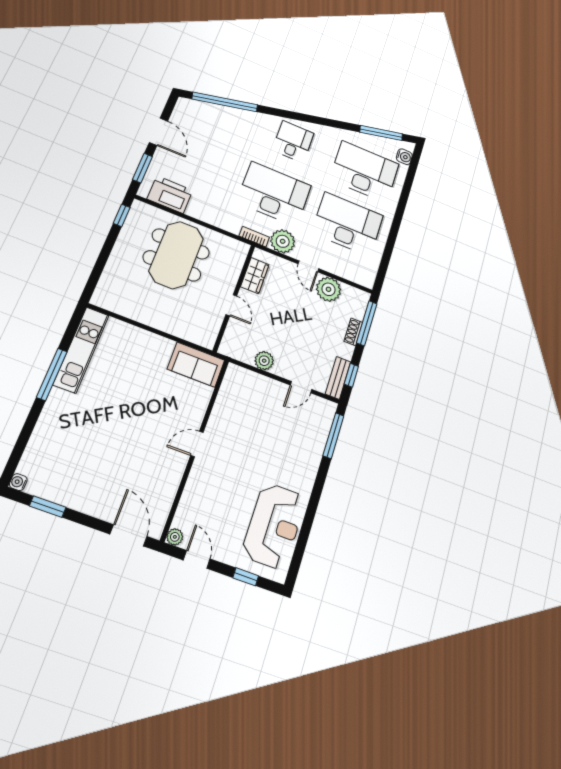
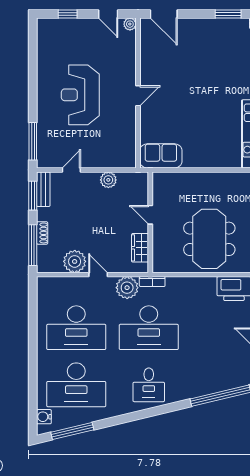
window: (351, 375) -> (33, 196), width x1.50
reception desk: (274, 526) -> (80, 95), moved

